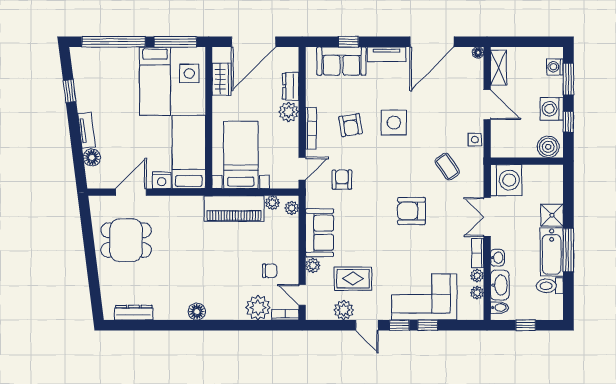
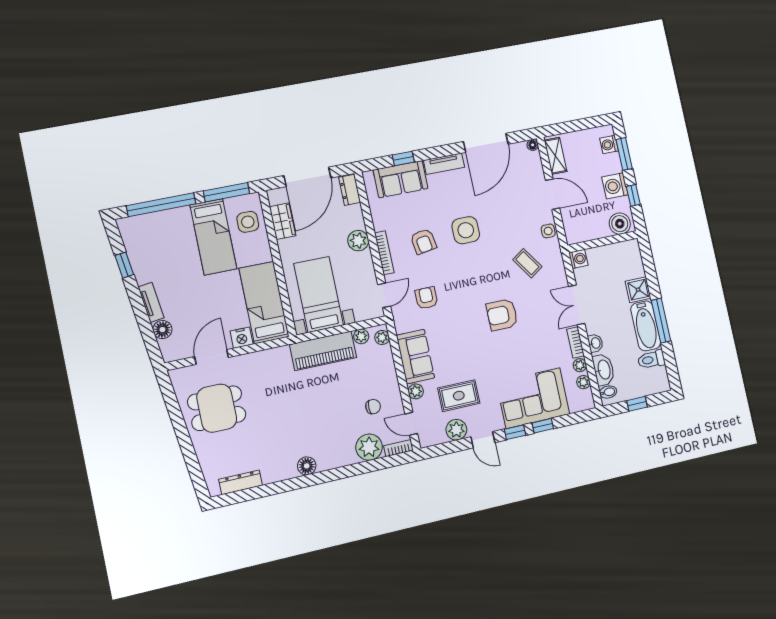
dresser: (291, 86) -> (350, 190), moved
washing machine: (506, 180) -> (578, 259), width x0.53, depth x0.53

